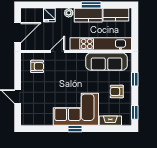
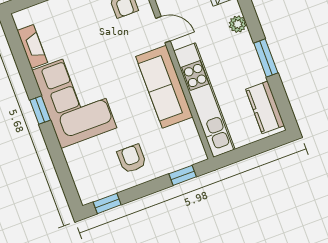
kitchen counter: (88, 15) -> (246, 60), removed
sofa: (106, 62) -> (164, 87), moved
window: (135, 79) -> (183, 175), moved
fireplace: (110, 121) -> (32, 47), moved

